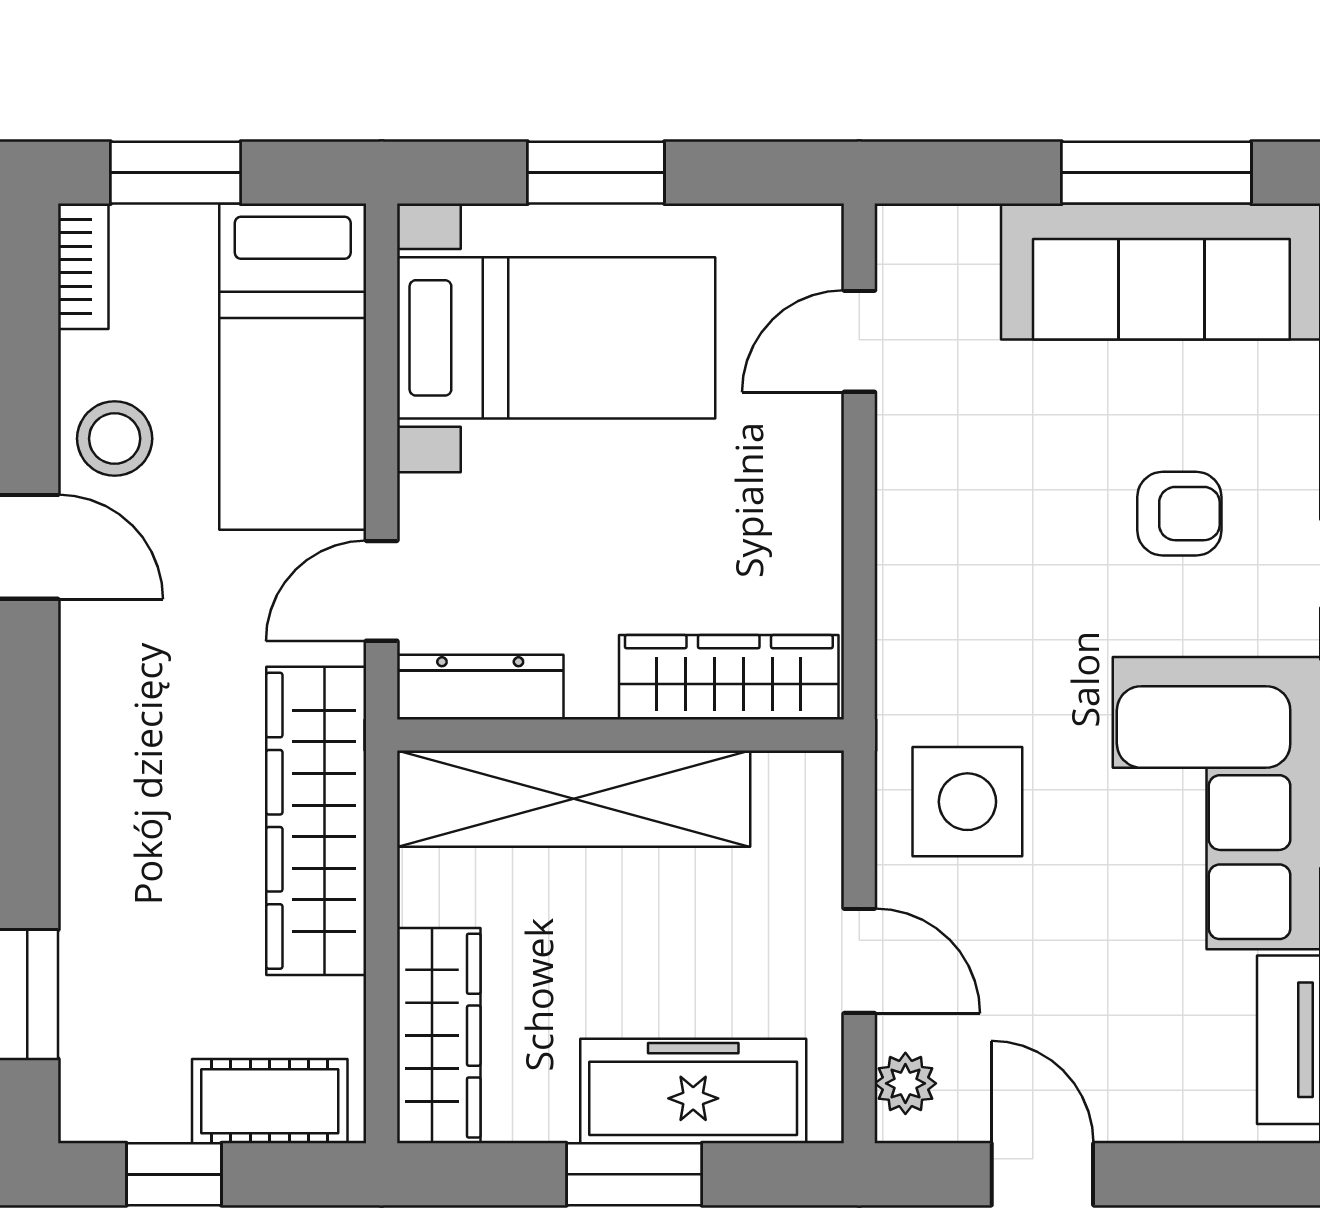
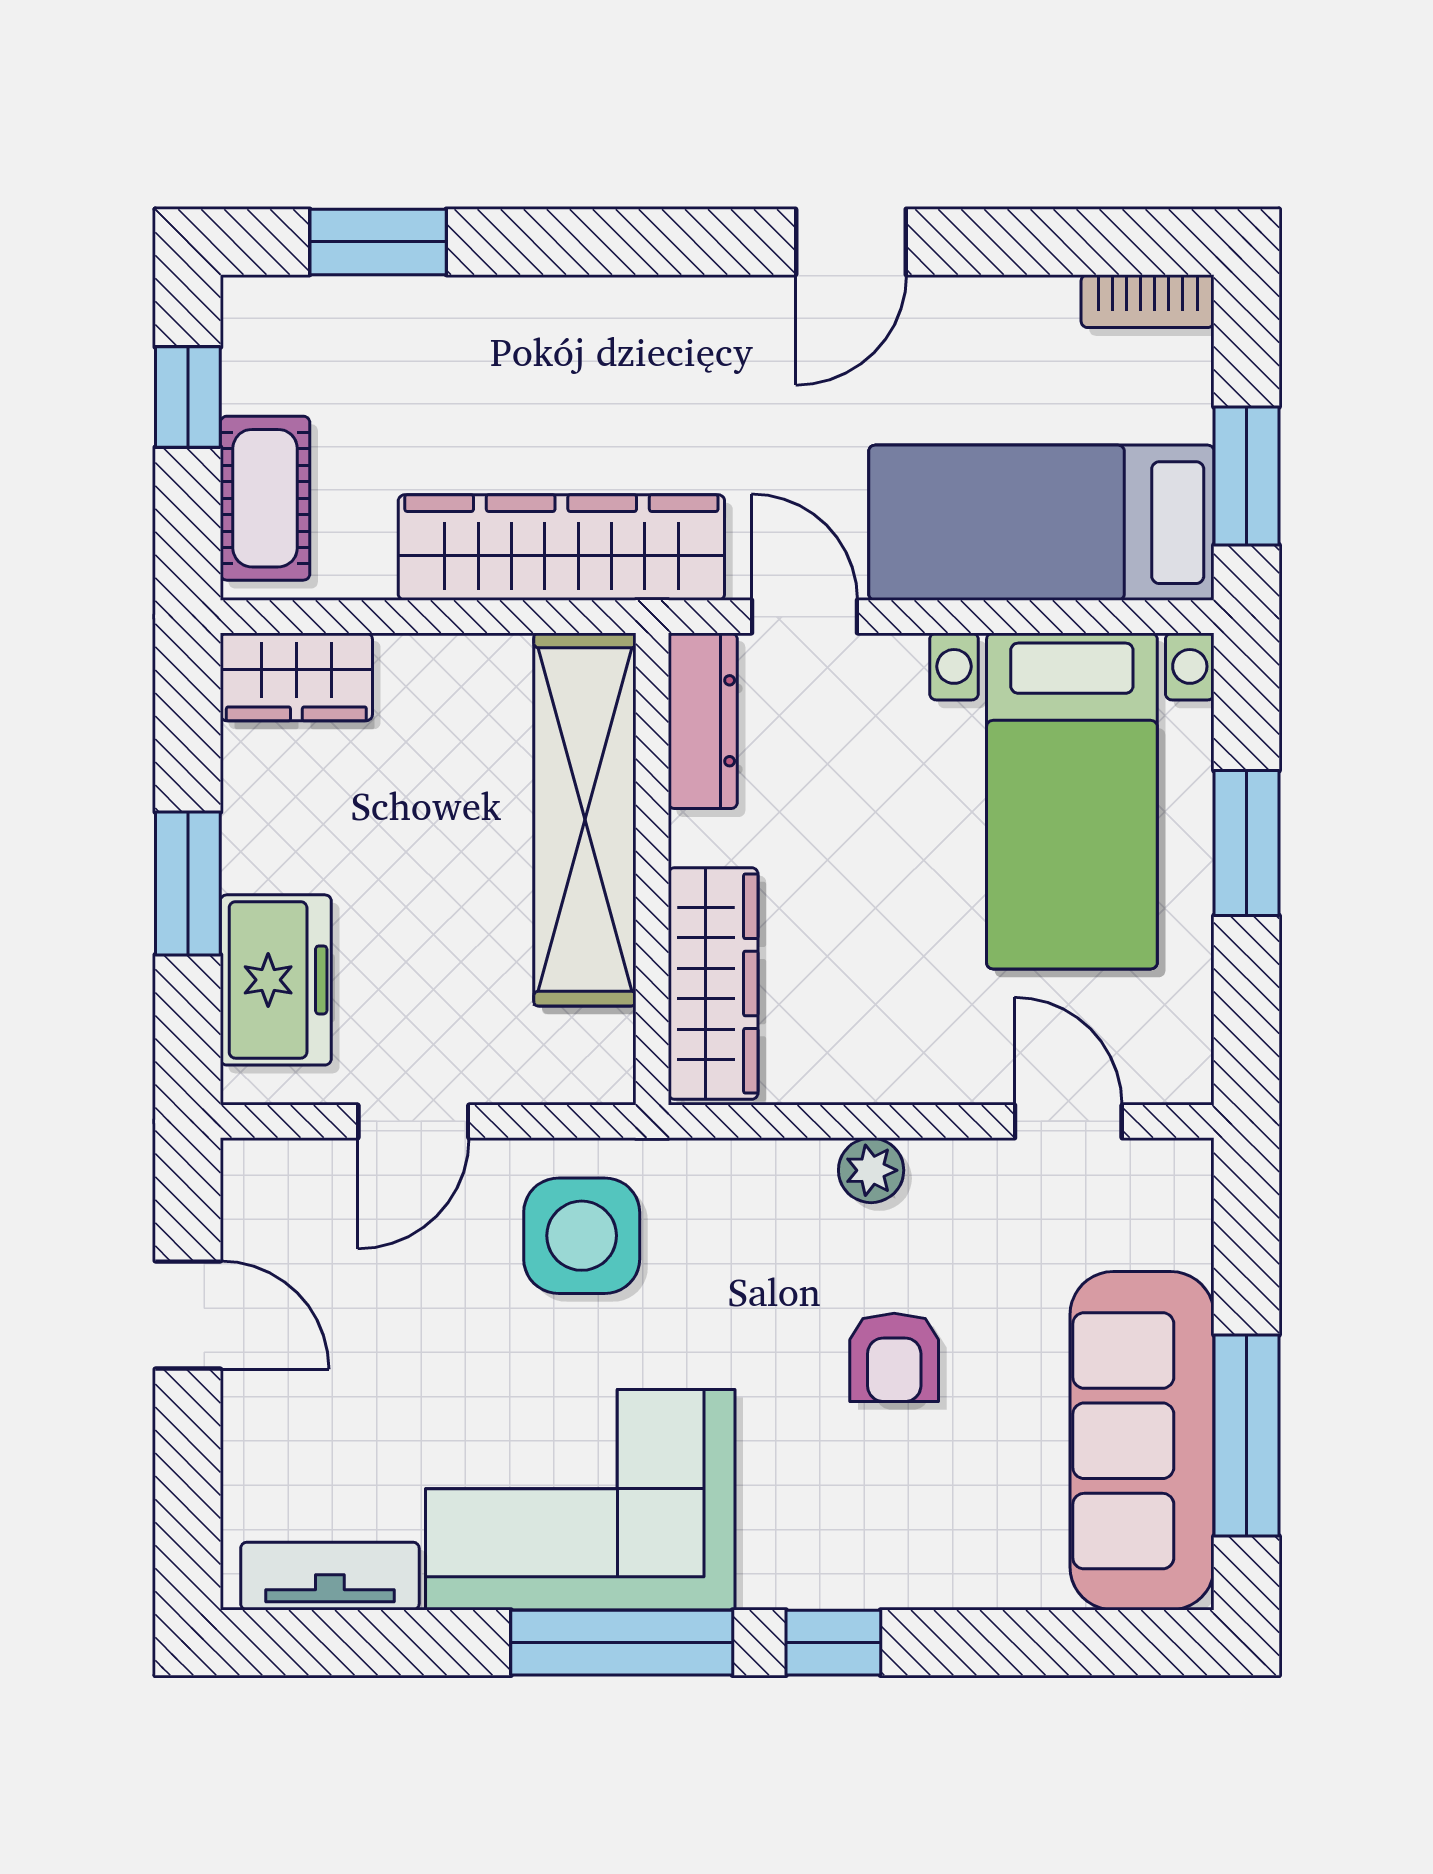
window: (176, 173) -> (1247, 476), moved
stool: (115, 439) -> (965, 334), removed
armchair: (1179, 514) -> (894, 1357), moved
wardrobe: (439, 1036) -> (296, 677), width x0.67
plant: (905, 1083) -> (871, 1170), moved
freezer: (693, 1091) -> (276, 980), width x0.71
door: (1042, 1174) -> (188, 1315), hinge flipped

